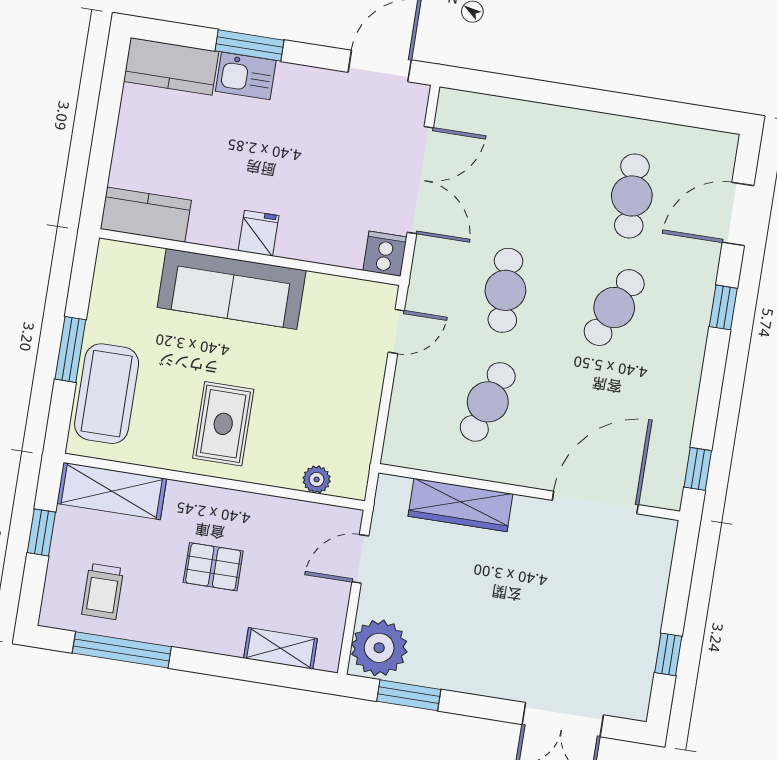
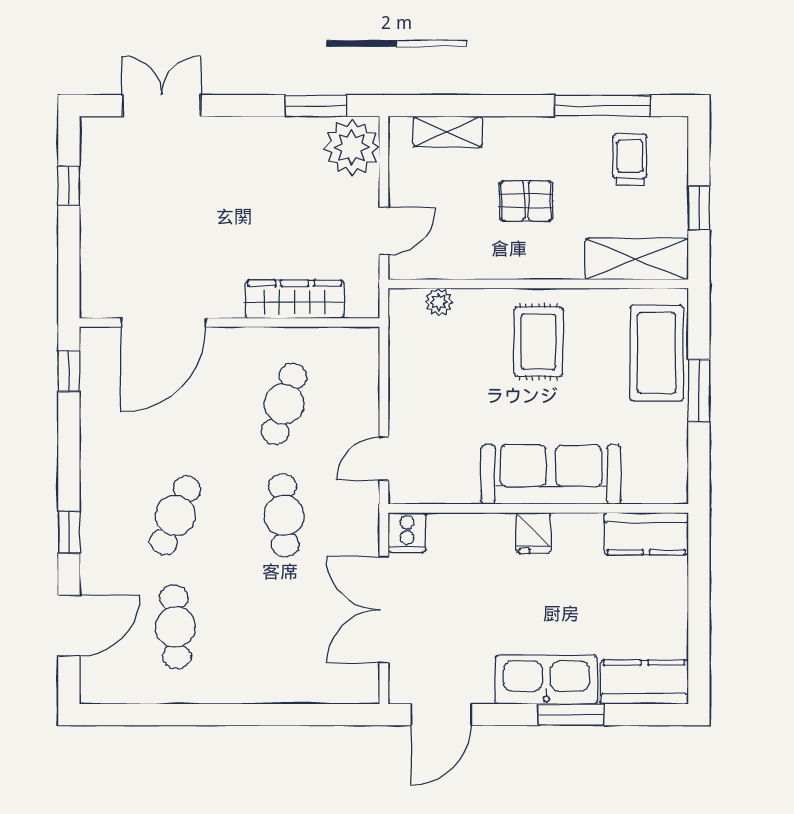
kitchen sink: (246, 76) -> (546, 680), width x1.88, depth x1.24

